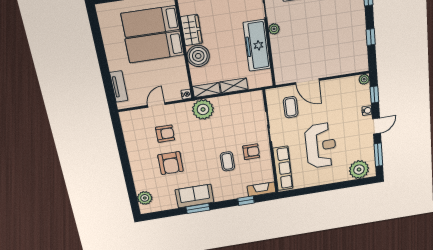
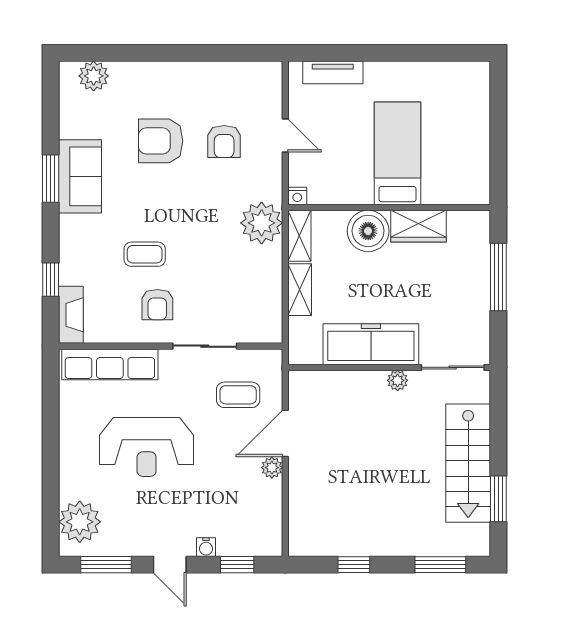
bed: (150, 21) -> (446, 154), removed
plant: (364, 79) -> (272, 468), moved

